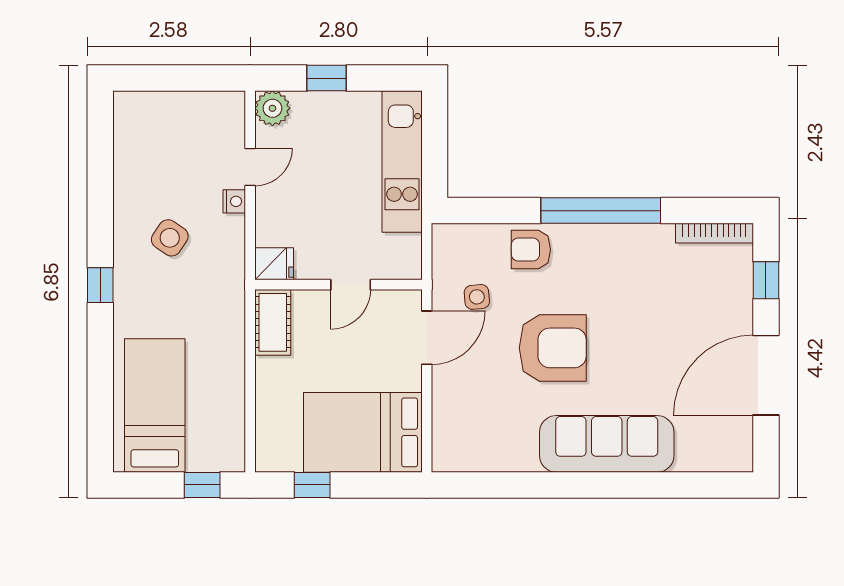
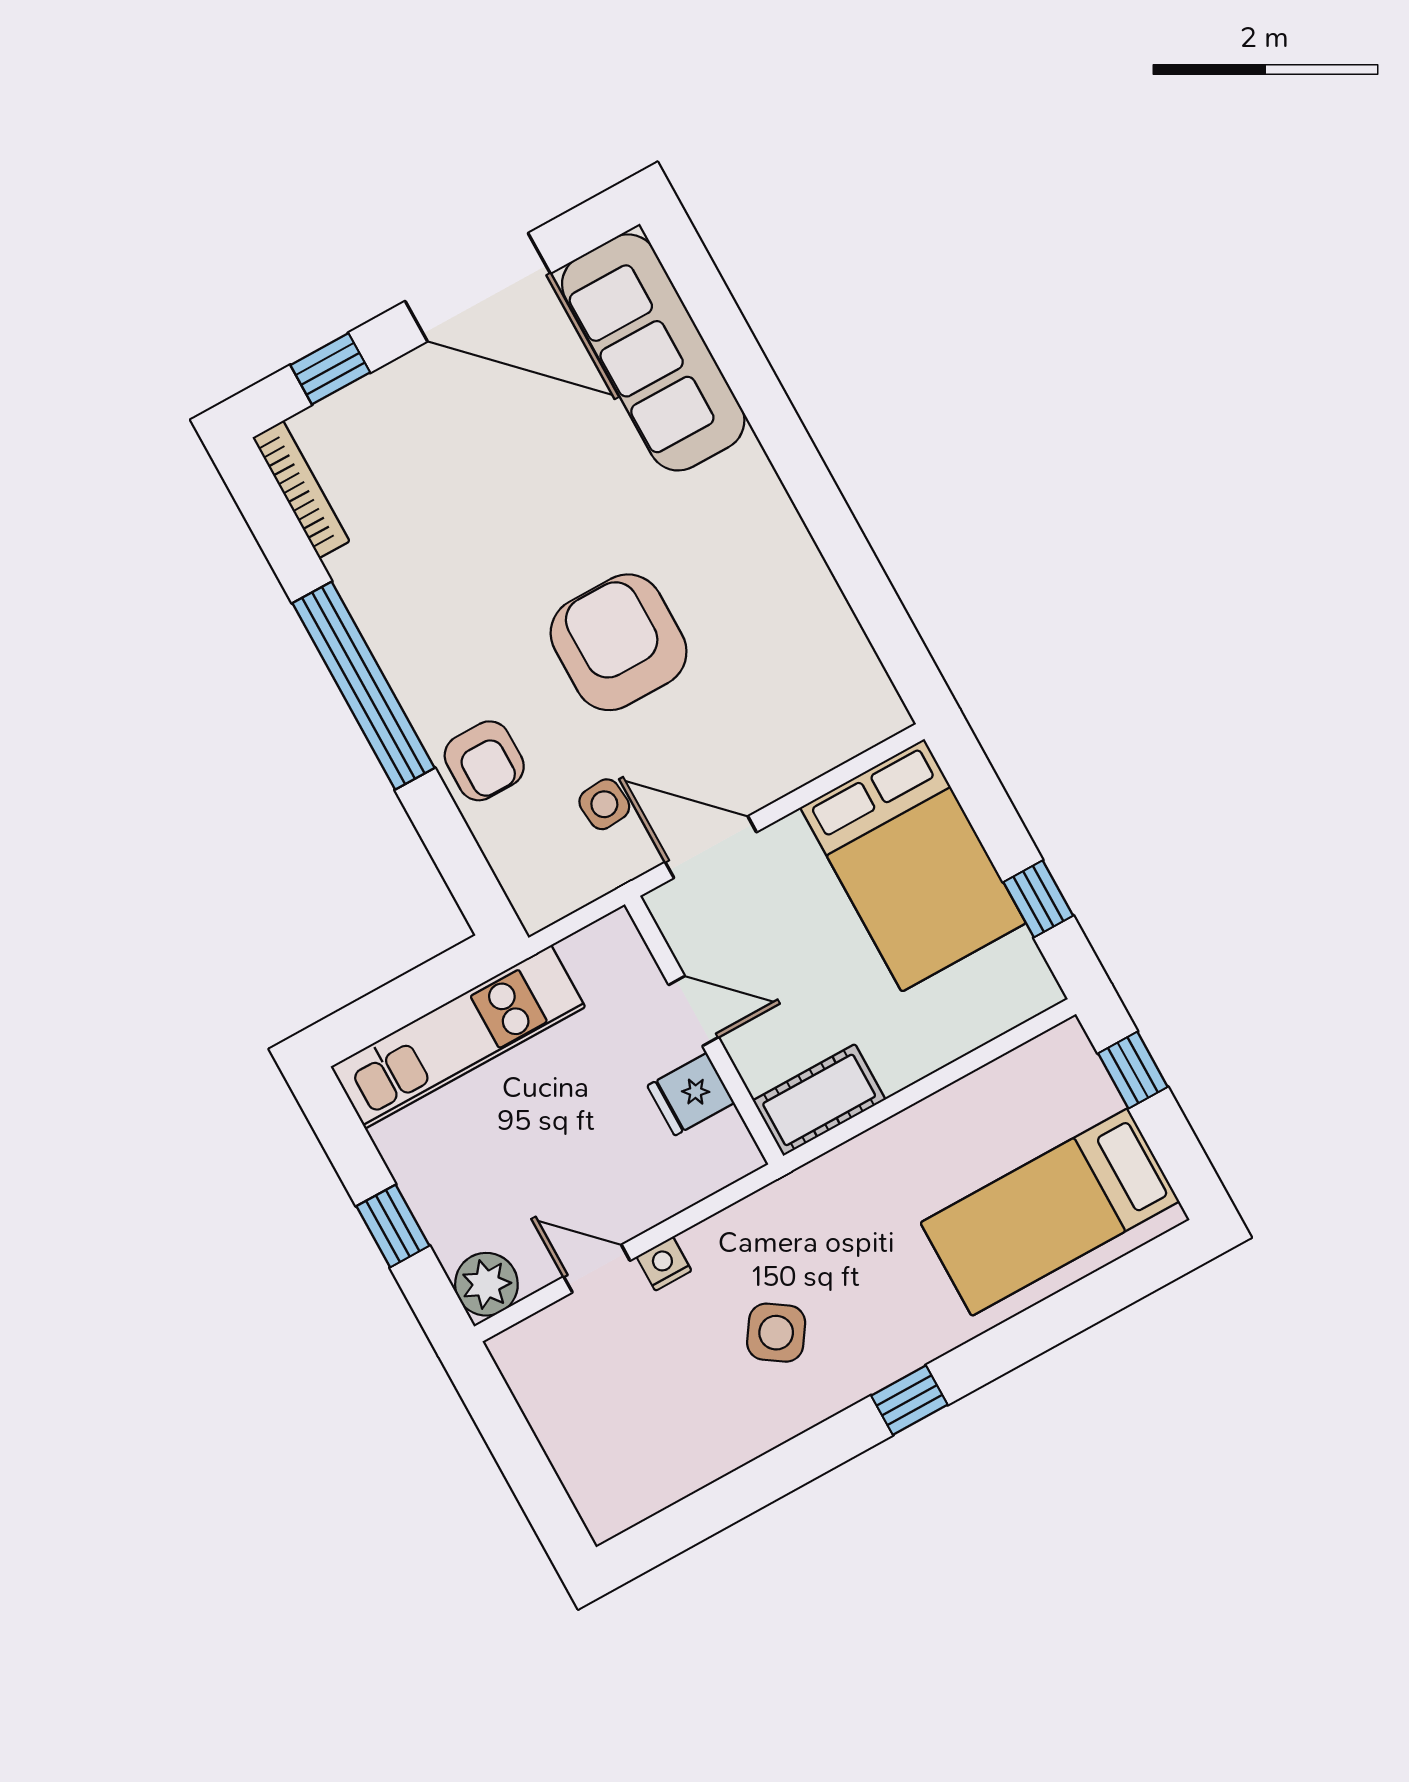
fridge: (274, 264) -> (691, 1094), moved, turned -90
sofa: (607, 444) -> (653, 352), moved

